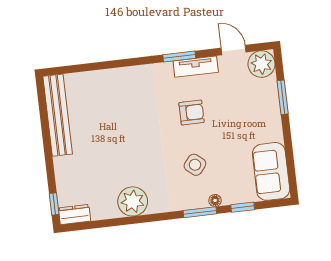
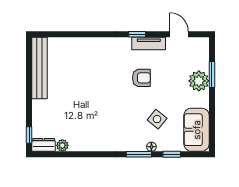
window: (179, 56) -> (137, 34), width x0.67
plant: (261, 64) -> (199, 81), moved
side table: (195, 165) -> (157, 119), moved
plant: (133, 201) -> (62, 145), moved, width x0.53, depth x0.53

